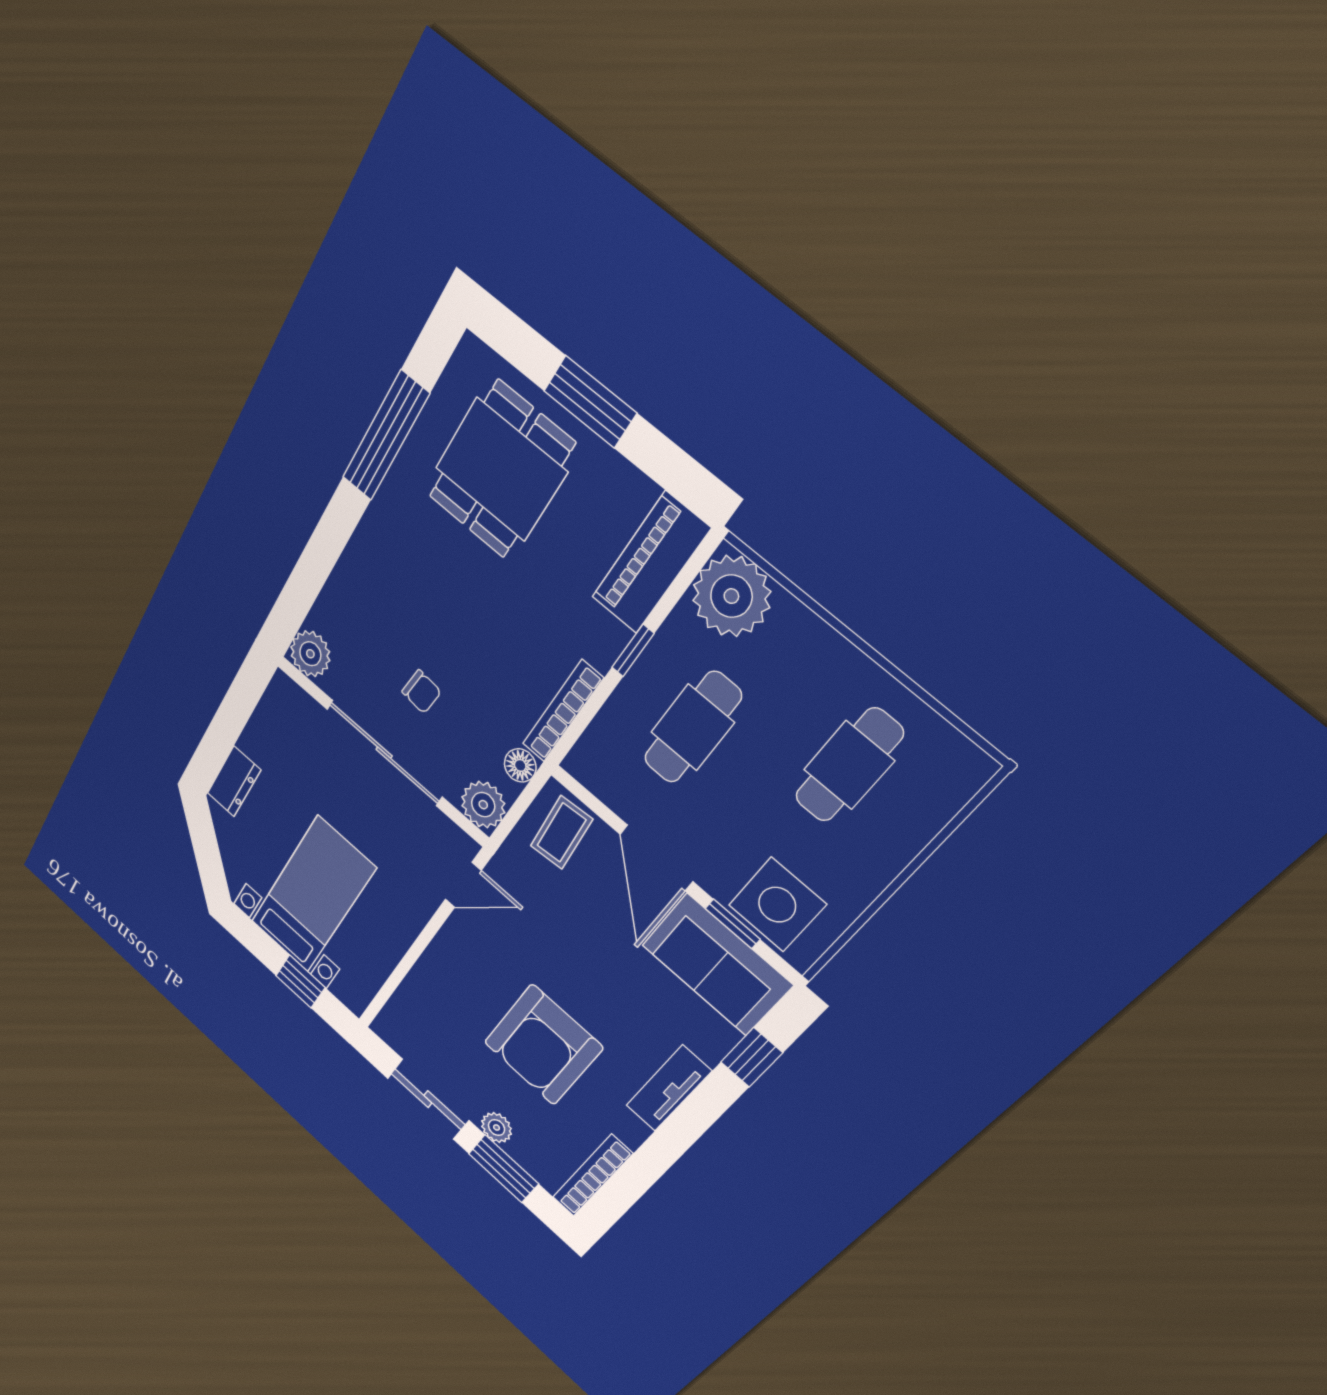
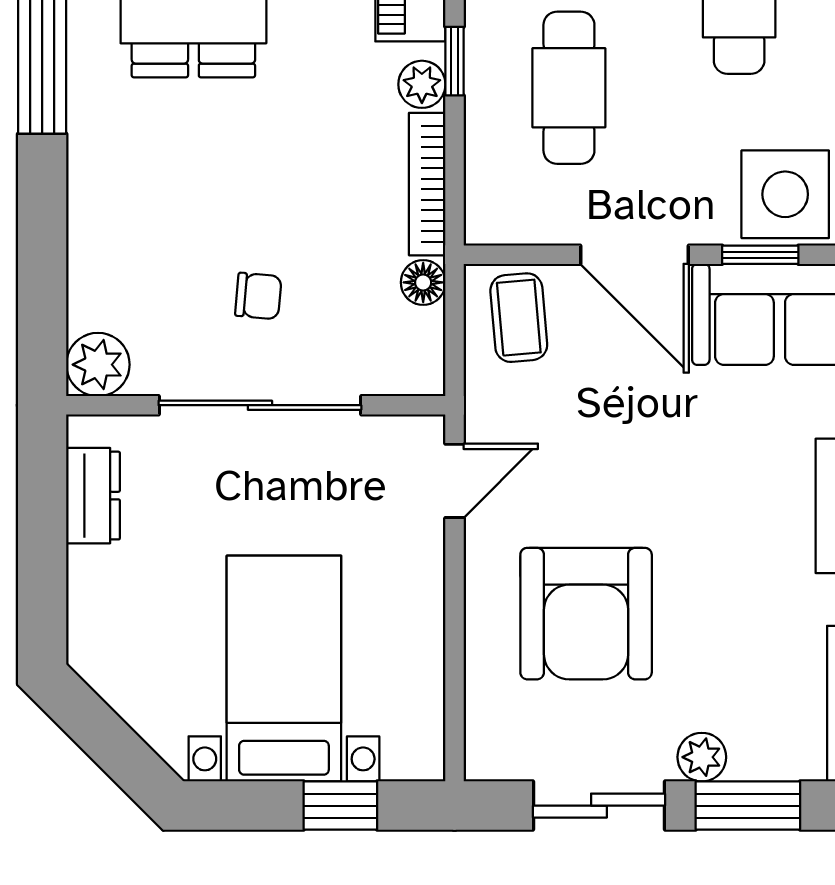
dresser: (234, 781) -> (93, 496), moved
plant: (483, 805) -> (422, 84), moved, width x0.73, depth x0.73
armchair: (543, 1045) -> (586, 614), moved

